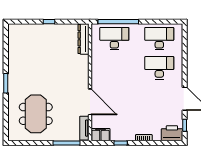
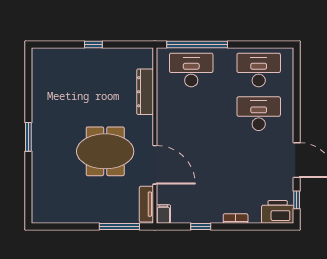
dresser: (84, 39) -> (145, 92), moved
meeting table: (36, 114) -> (105, 151), moved, turned 90
filing cabinet: (100, 135) -> (163, 214), width x0.50

